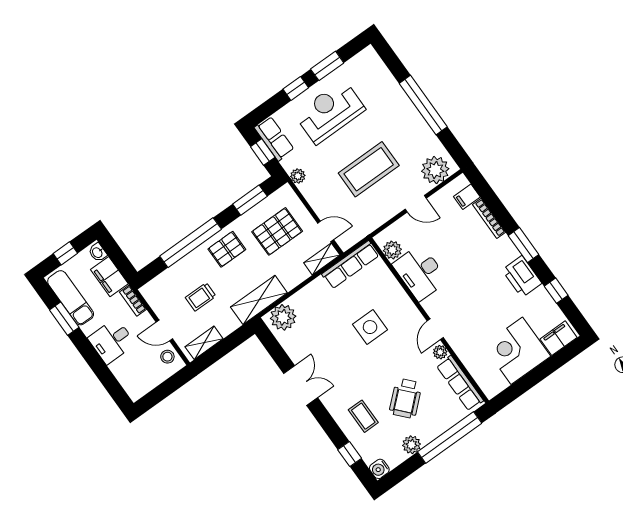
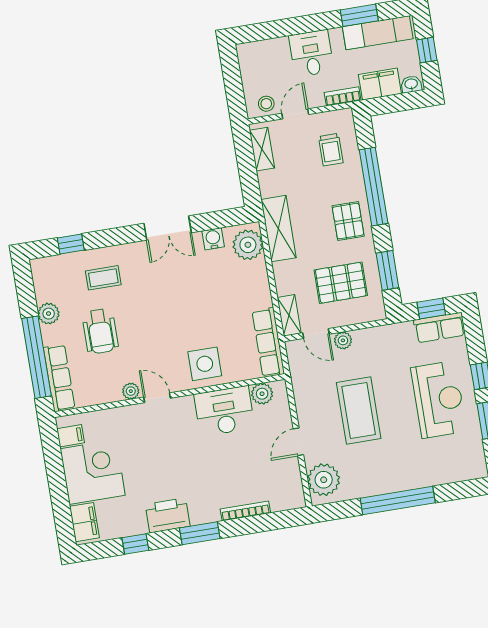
plant: (298, 176) -> (343, 340), moved
filing cabinet: (467, 197) -> (71, 436), moved, turned 90
pallet: (277, 231) -> (341, 283), turned 90
door: (326, 231) -> (316, 334), hinge flipped
trolley: (201, 297) -> (331, 150), moved, turned 180
side table: (370, 327) -> (205, 364), moved
row of seats: (460, 383) -> (59, 378), moved, turned 90
wheelchair: (406, 398) -> (100, 331), turned -138
water cooler: (379, 469) -> (213, 239), moved

